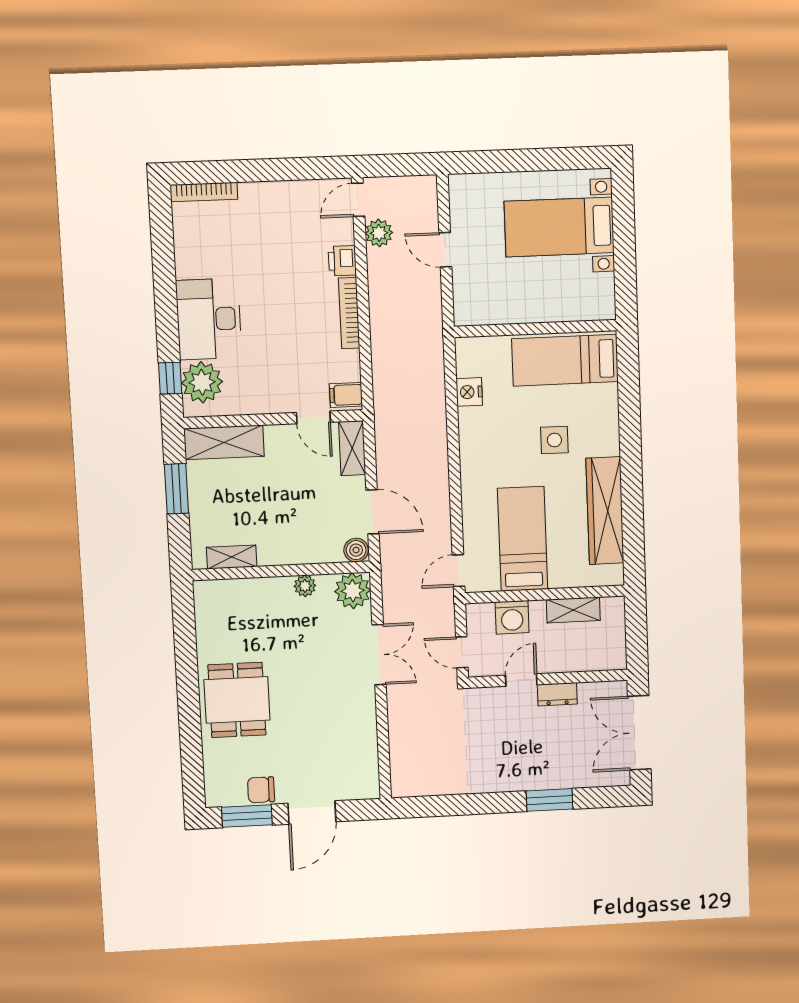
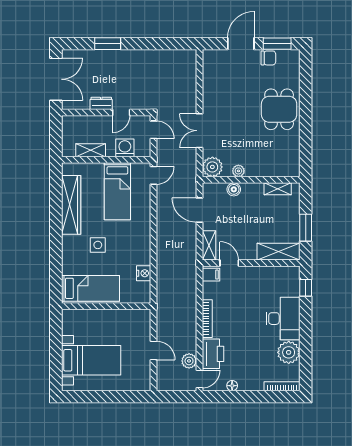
floor lamp: (297, 190) -> (232, 386), added
printer: (342, 261) -> (213, 354), width x1.87, depth x1.48
plant: (202, 382) -> (289, 352), moved
boiler: (356, 550) -> (234, 189), moved

